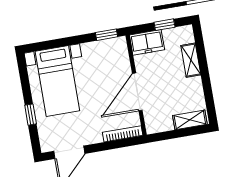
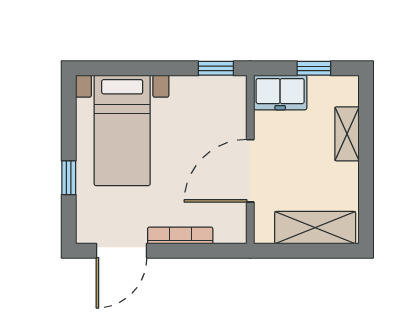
shelving: (190, 120) -> (315, 228), width x1.50, depth x1.33
bookcase: (123, 134) -> (180, 235), moved

